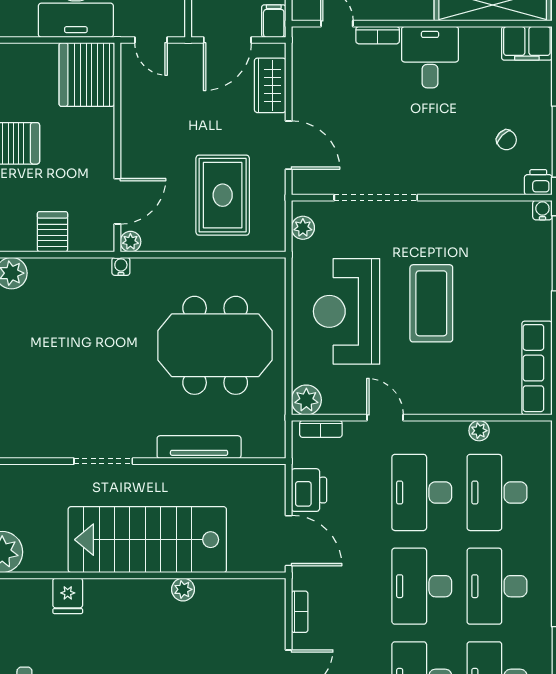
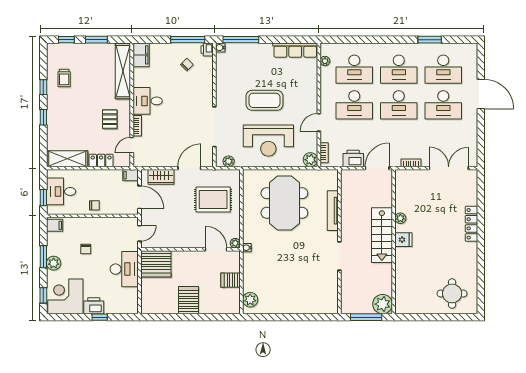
plant: (479, 431) -> (325, 61), moved
stairs: (147, 540) -> (382, 235), width x0.73, depth x0.66
fridge: (68, 596) -> (403, 240), moved

